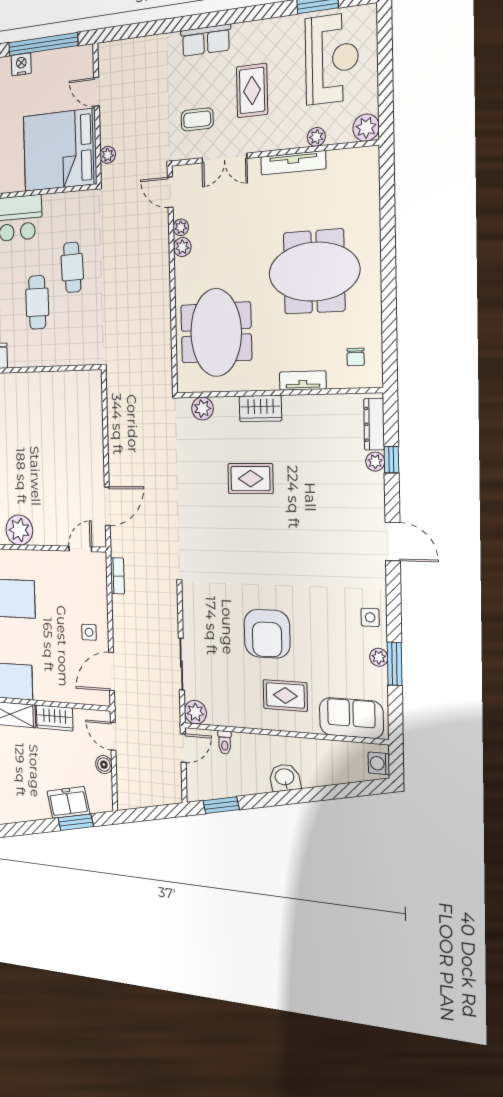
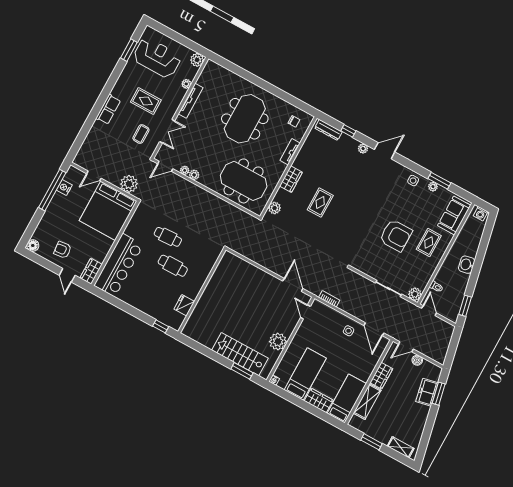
nightstand: (21, 64) -> (64, 187), moved
plant: (108, 155) -> (129, 184), width x1.87, depth x1.87
plant: (375, 462) -> (363, 149), moved

